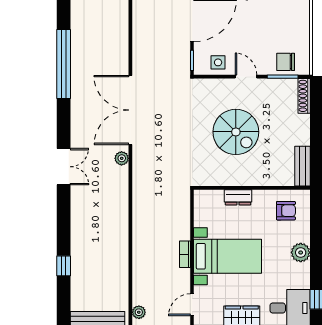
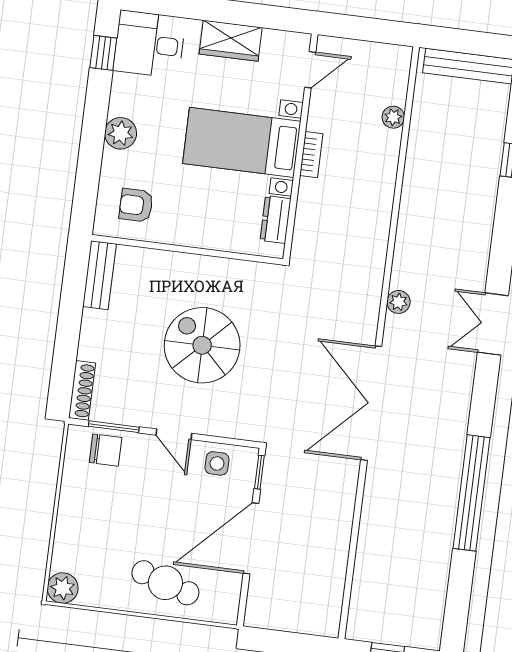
double door: (130, 110) -> (371, 403), swing flipped
plant: (122, 158) -> (398, 302), moved
dresser: (238, 197) -> (276, 220), moved, turned -90
plant: (139, 312) -> (393, 117), moved

